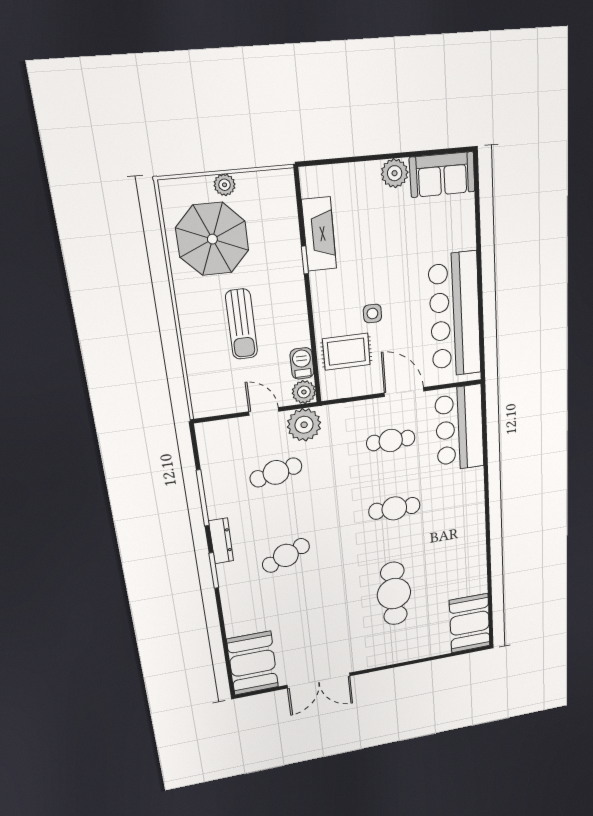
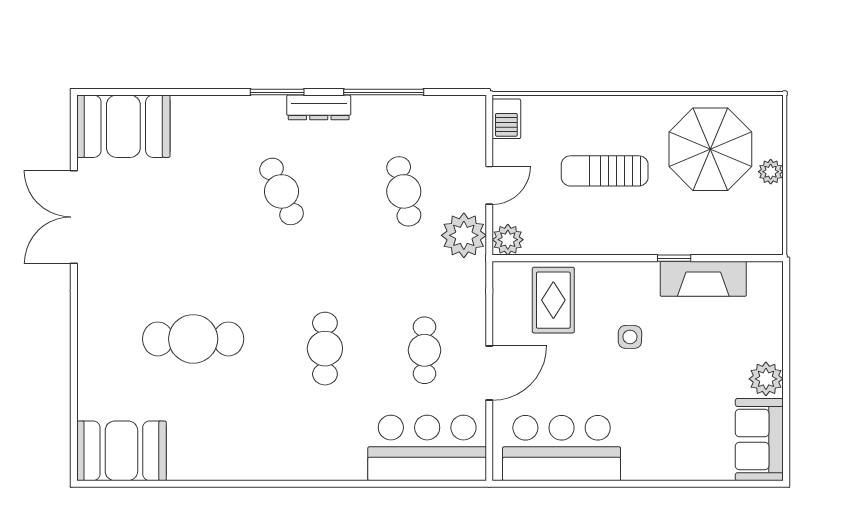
side table: (372, 313) -> (630, 337), moved
bar counter: (455, 315) -> (562, 448), width x0.73
barbecue: (302, 363) -> (506, 119), moved, turned 90

